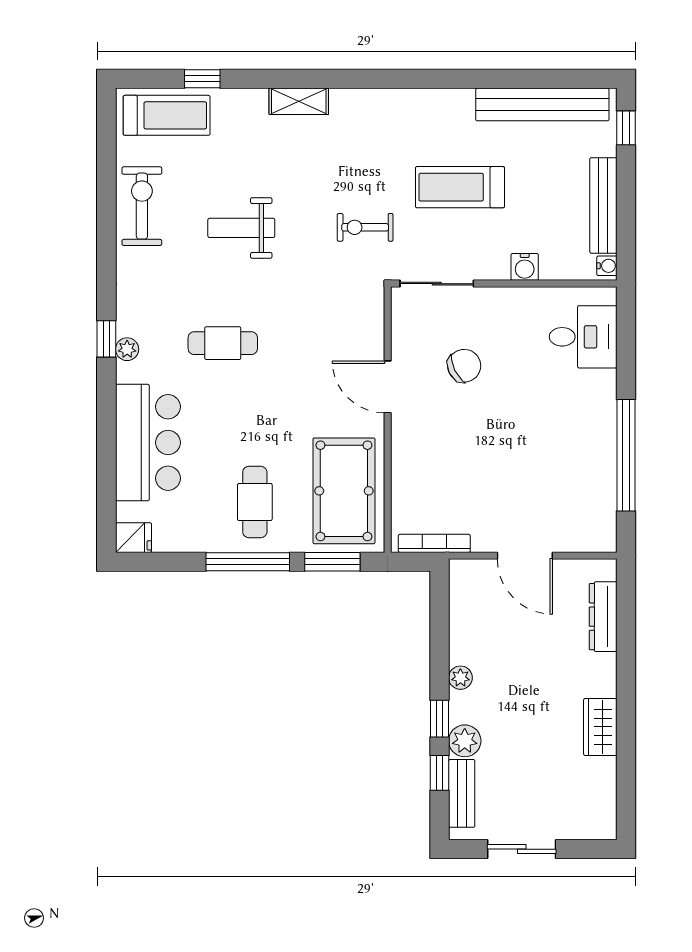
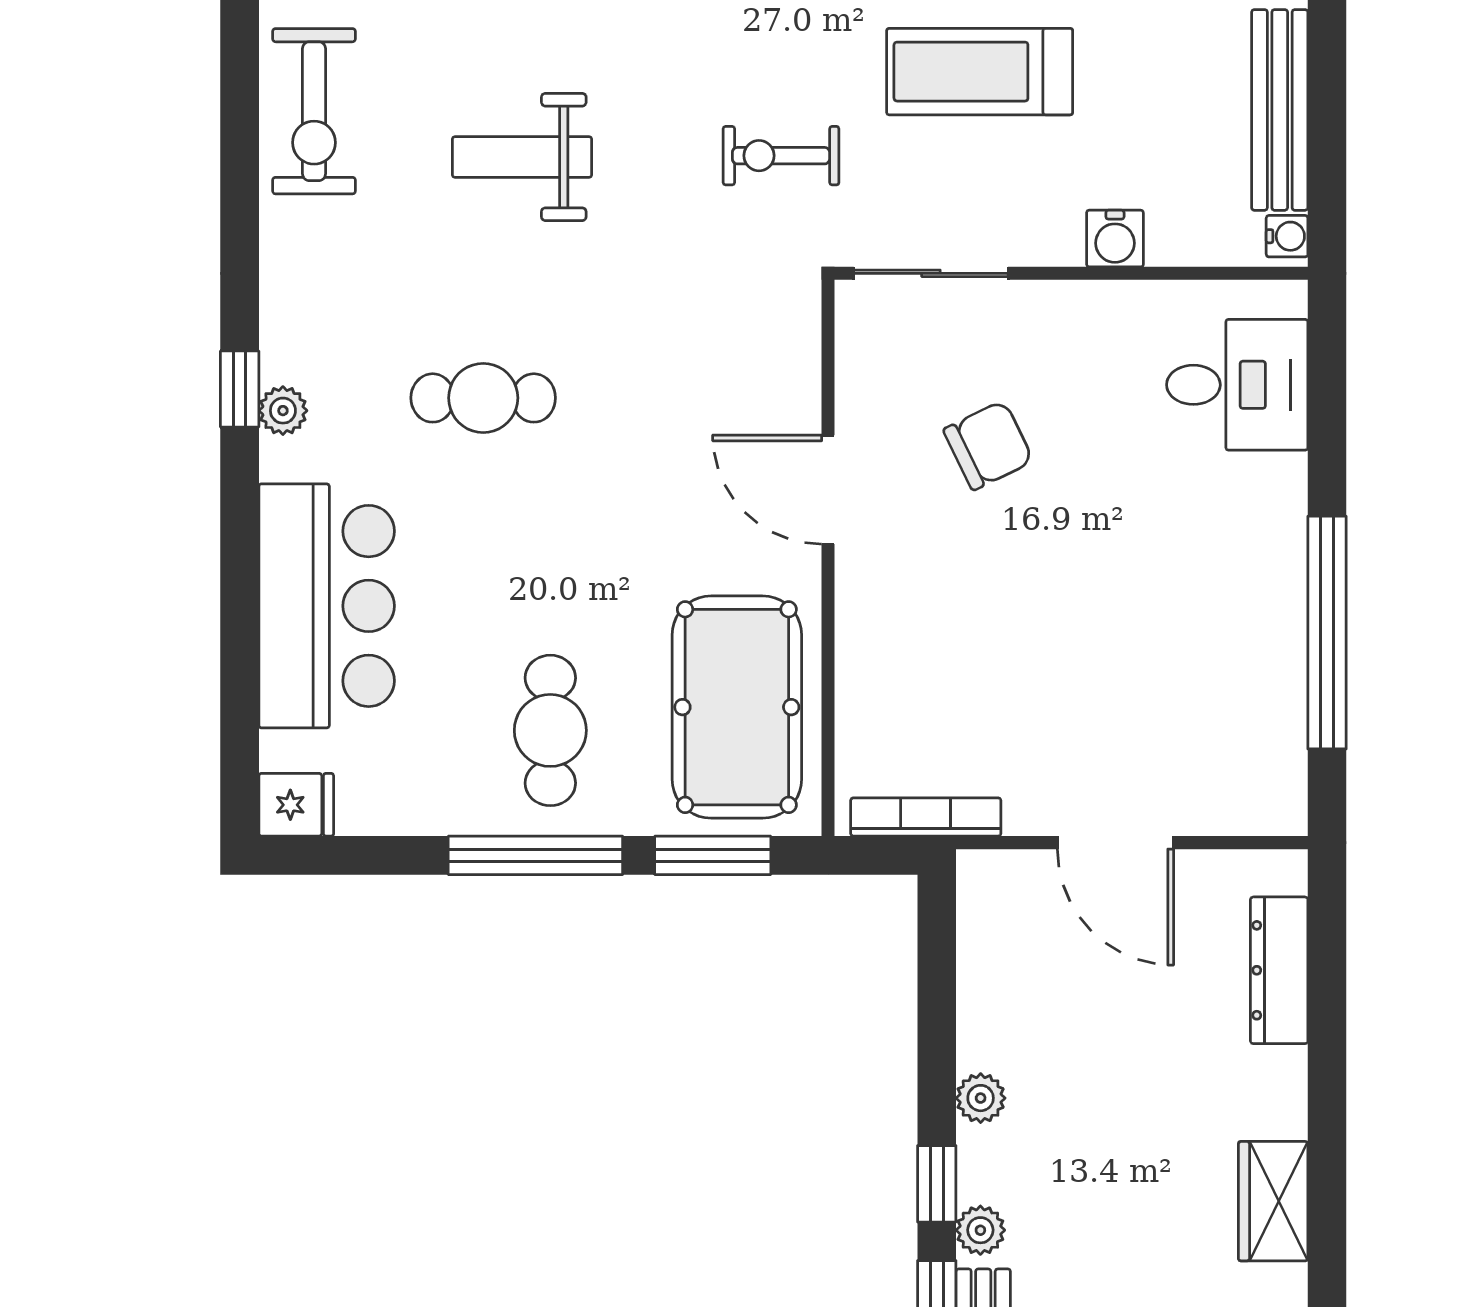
exercise bike: (142, 206) -> (314, 111), turned 180
plant: (465, 741) -> (980, 1230), width x0.73, depth x0.73

